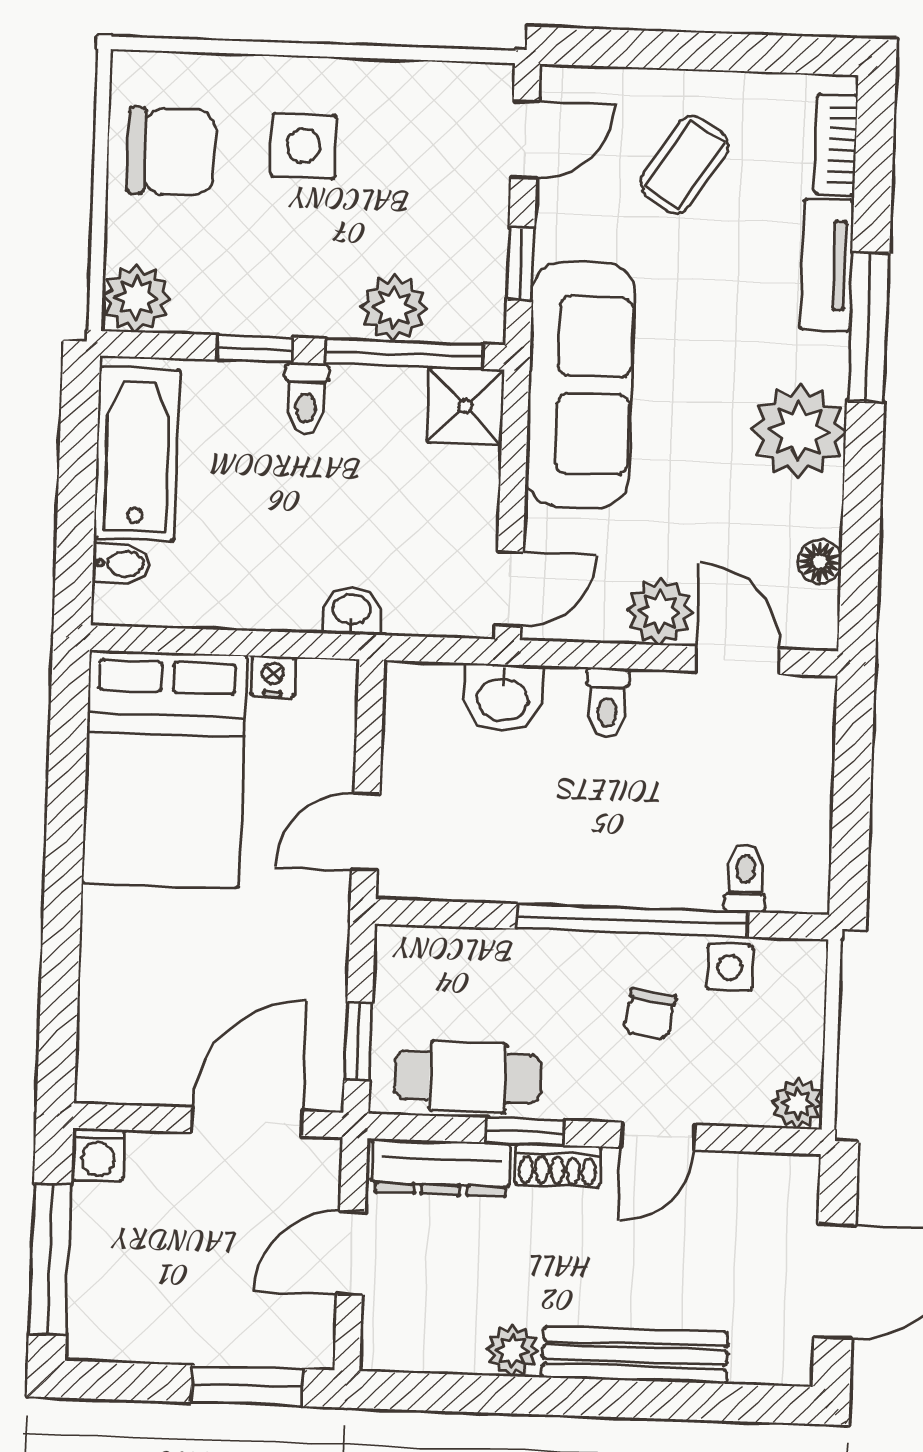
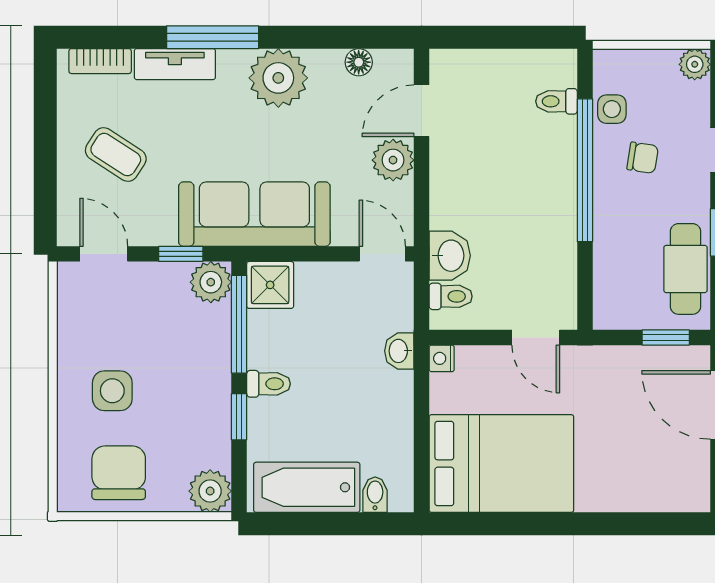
plant: (394, 308) -> (211, 282), moved
nightstand: (273, 676) -> (442, 358), moved
toilet: (607, 703) -> (451, 296), moved

